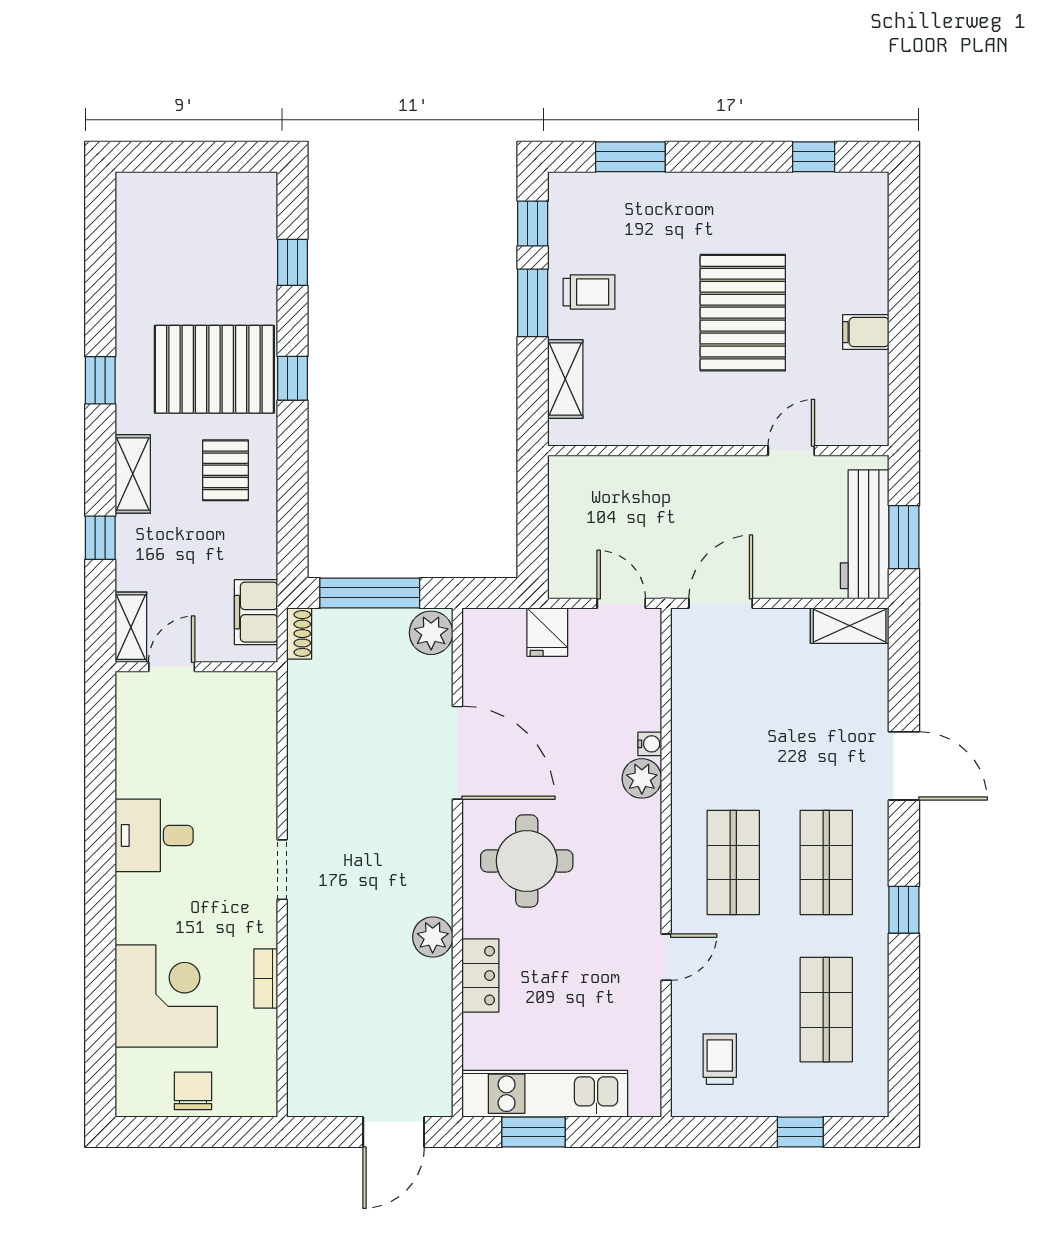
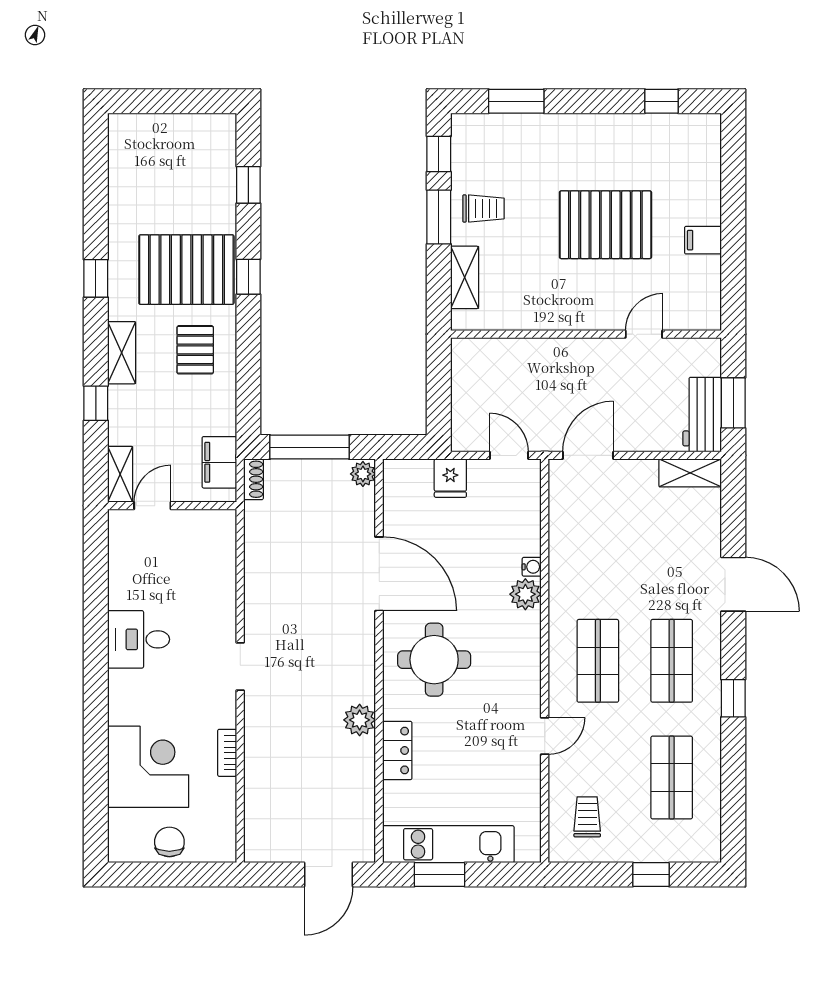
pallet: (743, 313) -> (605, 225), turned 90
workbench: (865, 534) -> (702, 415), width x0.73
plant: (431, 633) -> (363, 474), width x0.73, depth x0.73

